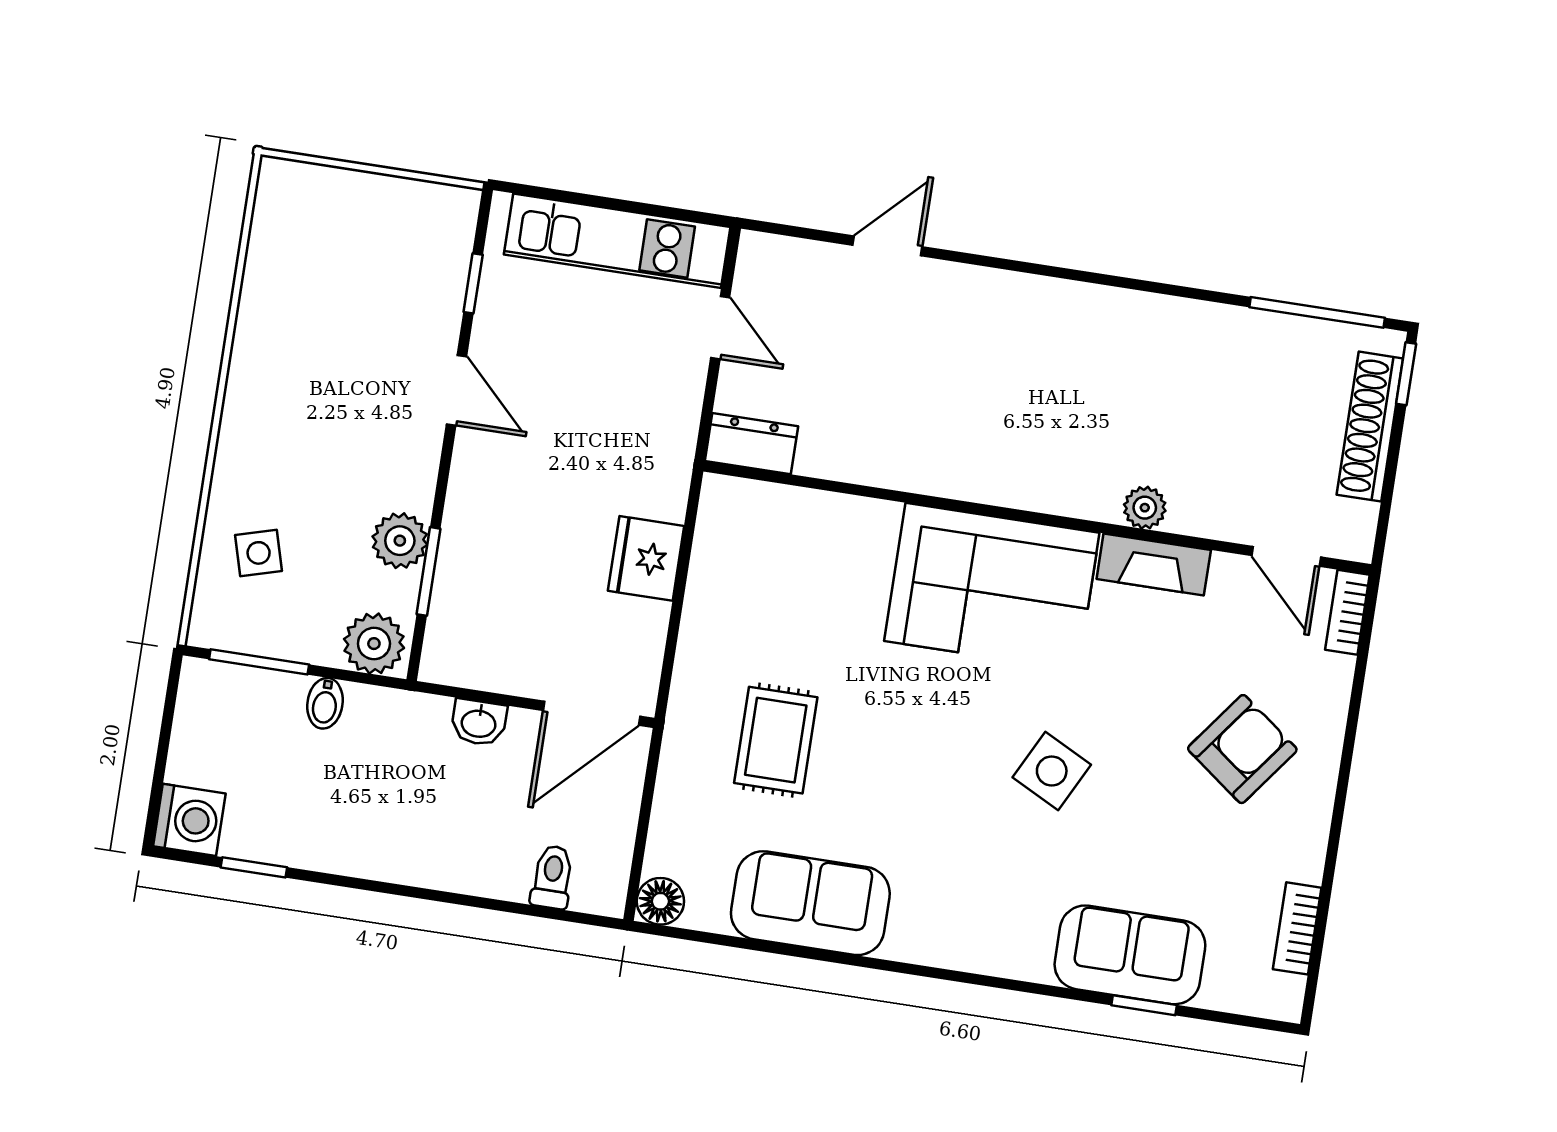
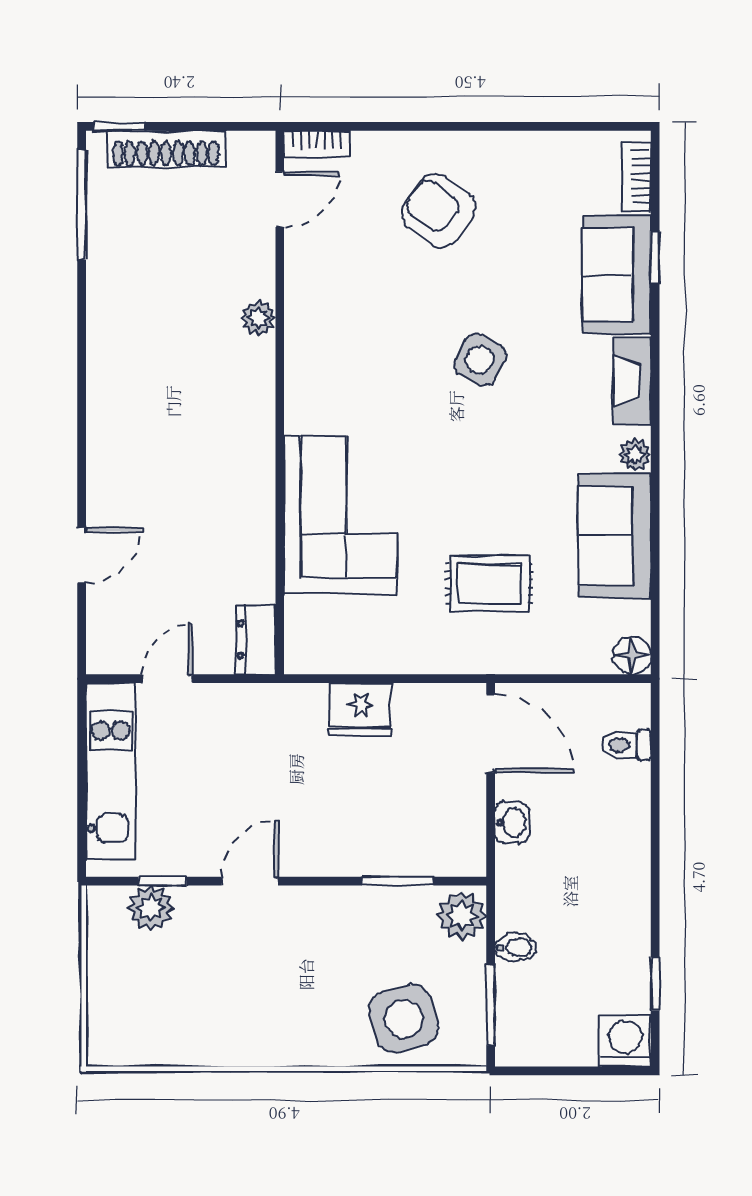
door: (887, 246) -> (82, 555), swing flipped
plant: (400, 541) -> (151, 908), moved
side table: (259, 553) -> (404, 1019), width x1.87, depth x1.87
fireplace: (1154, 565) -> (632, 381), moved, turned 180
corner sofa: (992, 587) -> (340, 515), moved
bookcase: (1297, 928) -> (637, 177), moved, turned 90
plant: (906, 943) -> (635, 454), added

